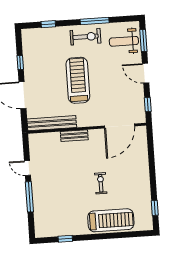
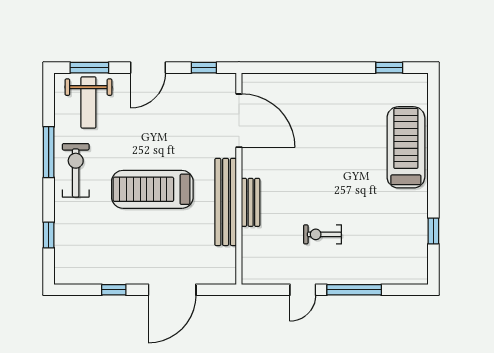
bench: (52, 123) -> (226, 202), moved
exercise bike: (101, 183) -> (322, 234), moved

